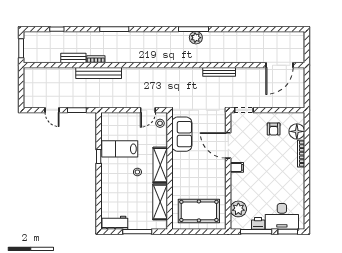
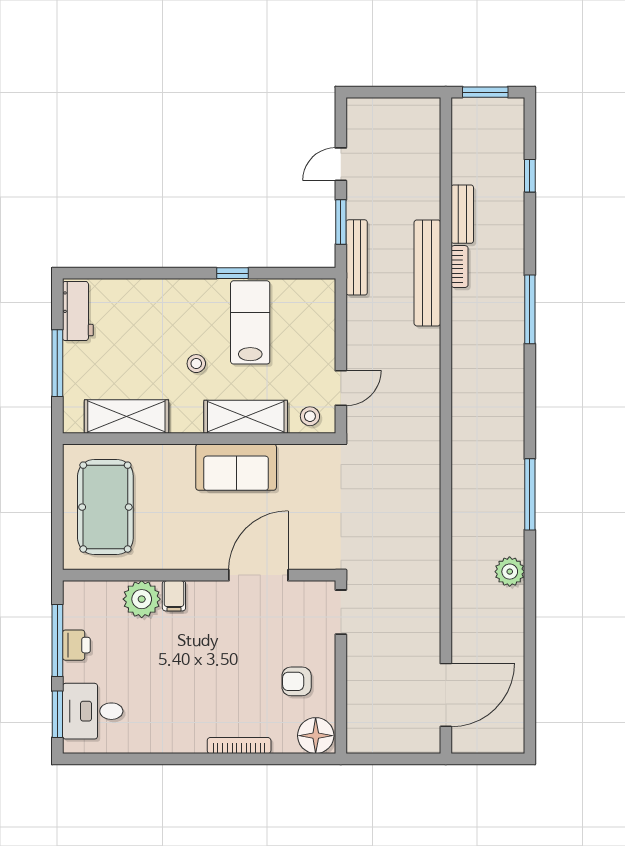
plant: (196, 38) -> (510, 572), moved
door: (279, 65) -> (446, 695), swing flipped
bench: (219, 72) -> (357, 257), moved
door: (148, 110) -> (341, 388), swing flipped
floor lamp: (297, 131) -> (316, 736), moved
sofa: (182, 134) -> (236, 467), moved
shelving: (160, 165) -> (246, 417), moved
filing cabinet: (237, 167) -> (174, 596), moved
plant: (238, 209) -> (142, 599), moved
desk: (282, 216) -> (93, 711), width x0.73

